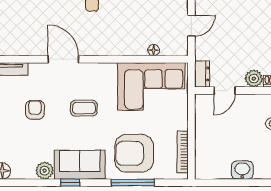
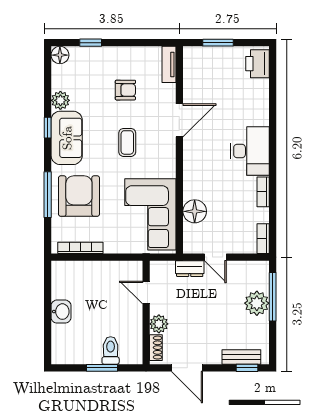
floor lamp: (154, 50) -> (195, 211), width x1.89, depth x1.89
dresser: (202, 74) -> (190, 269), moved

